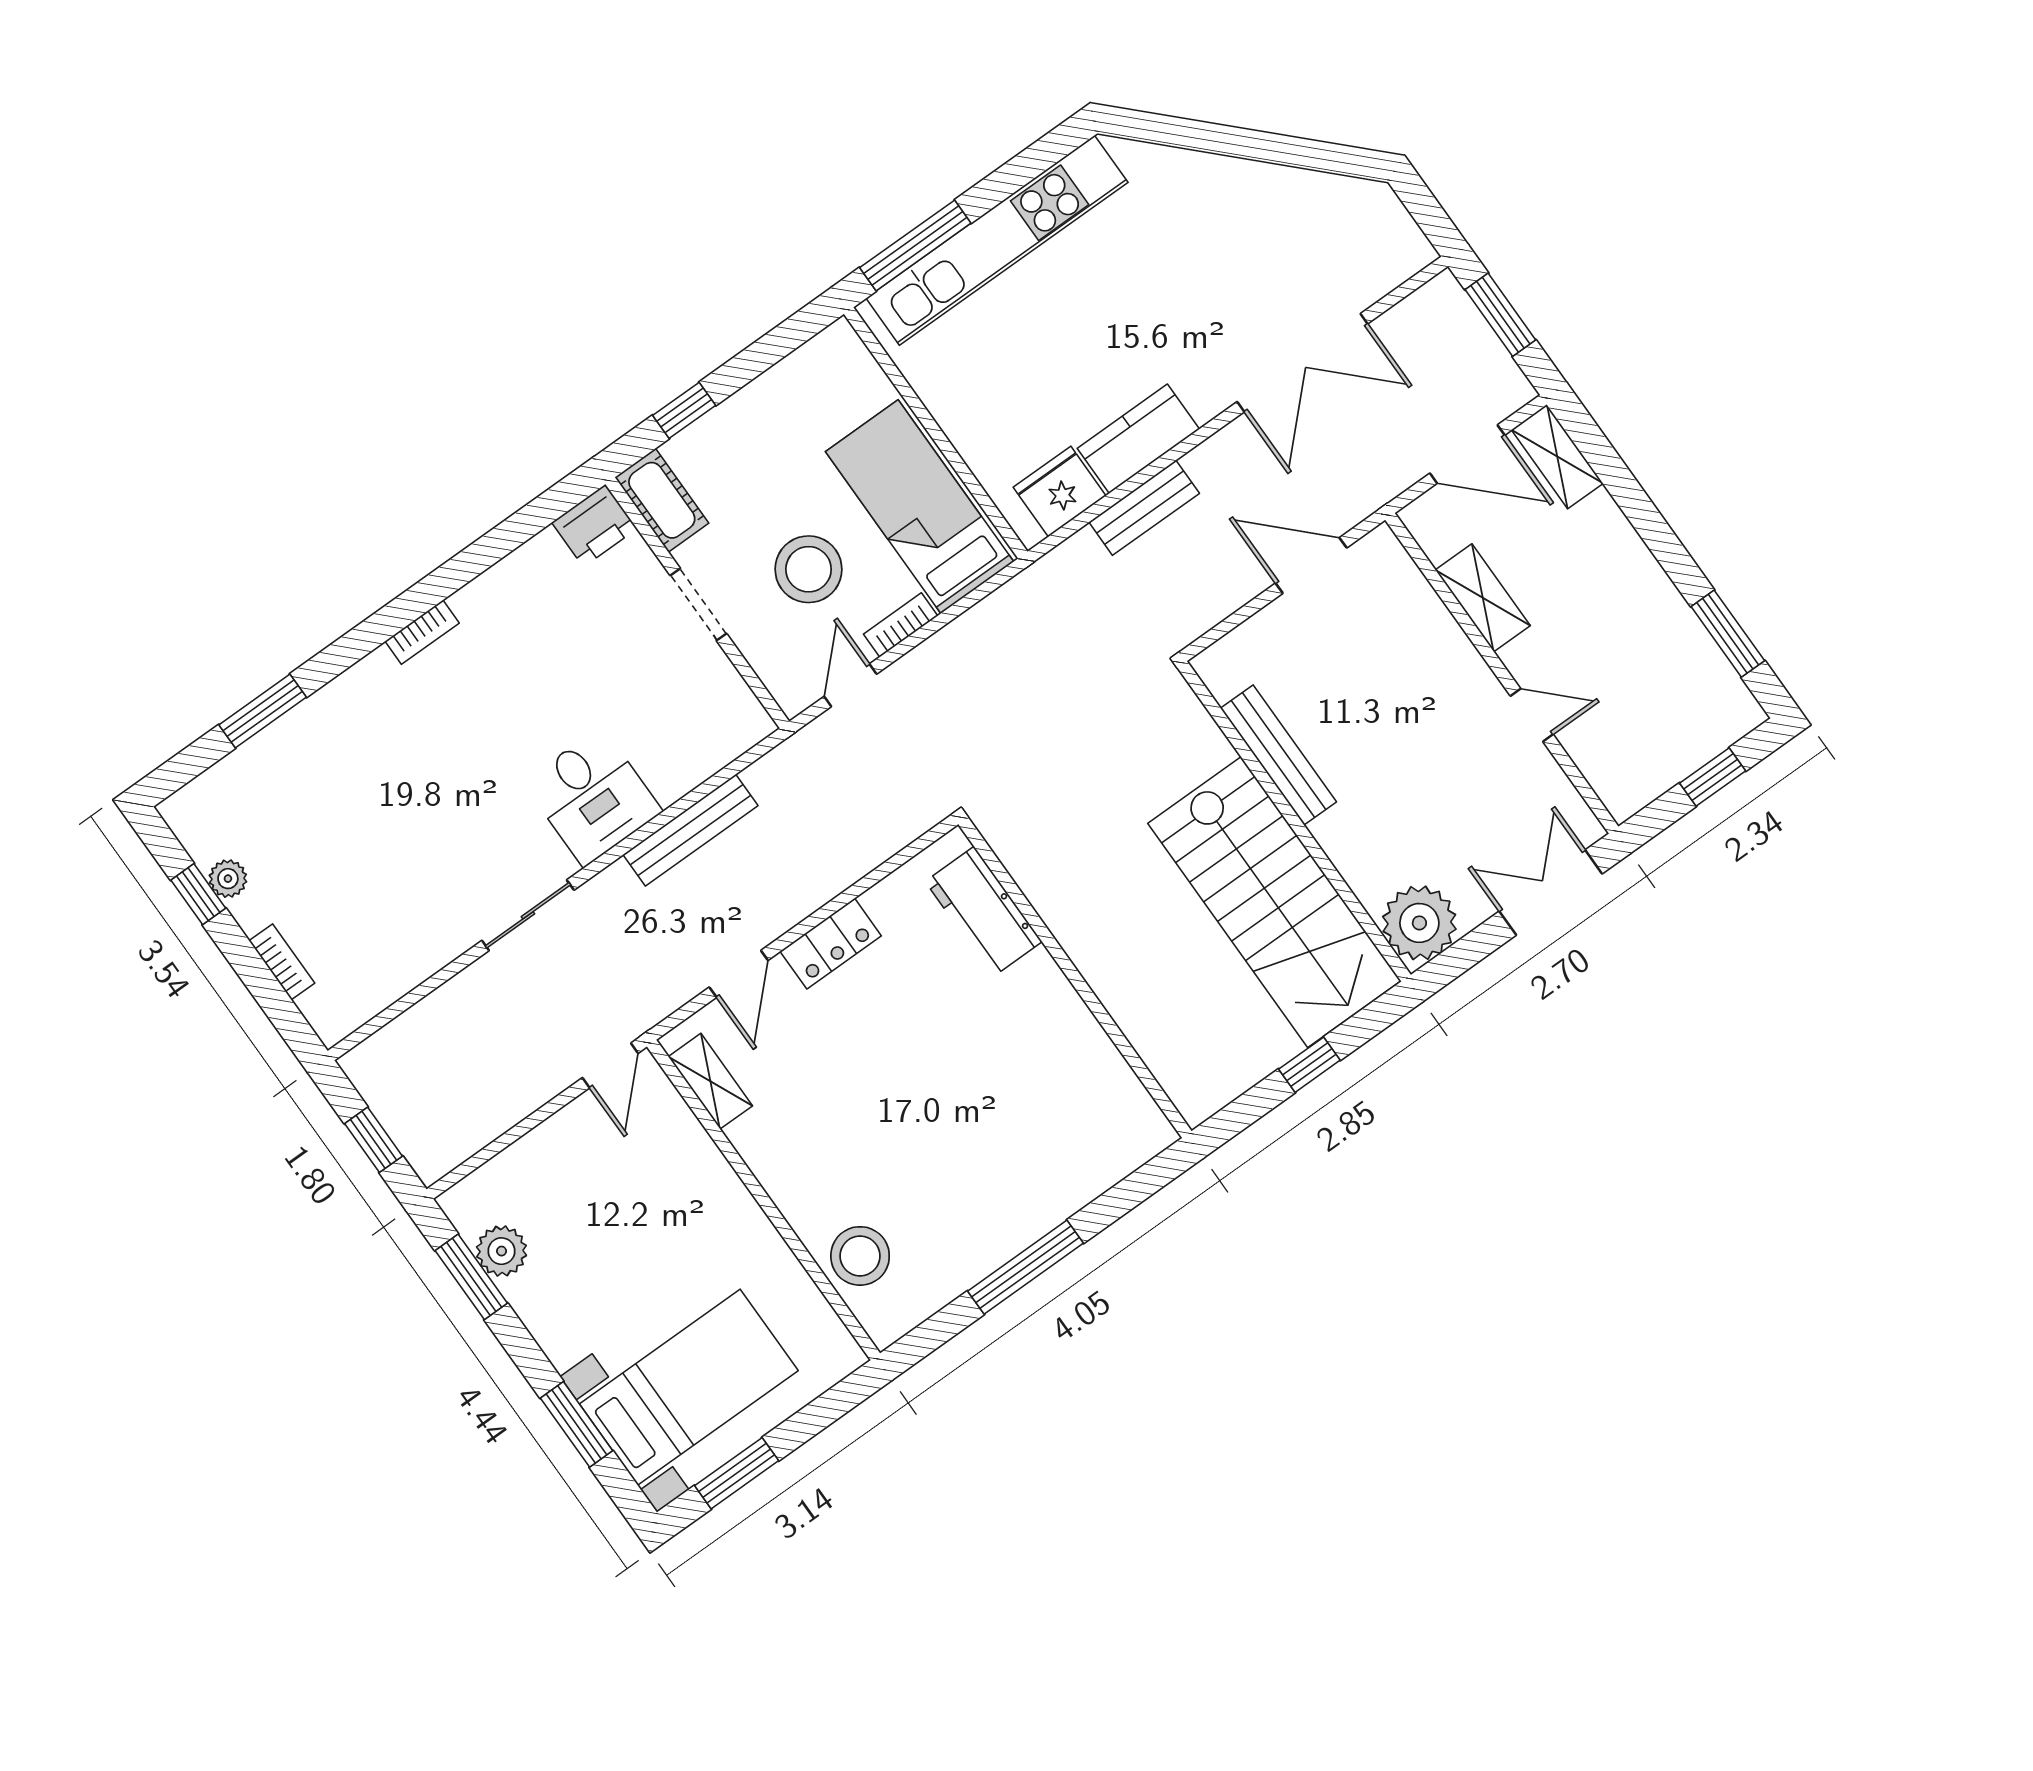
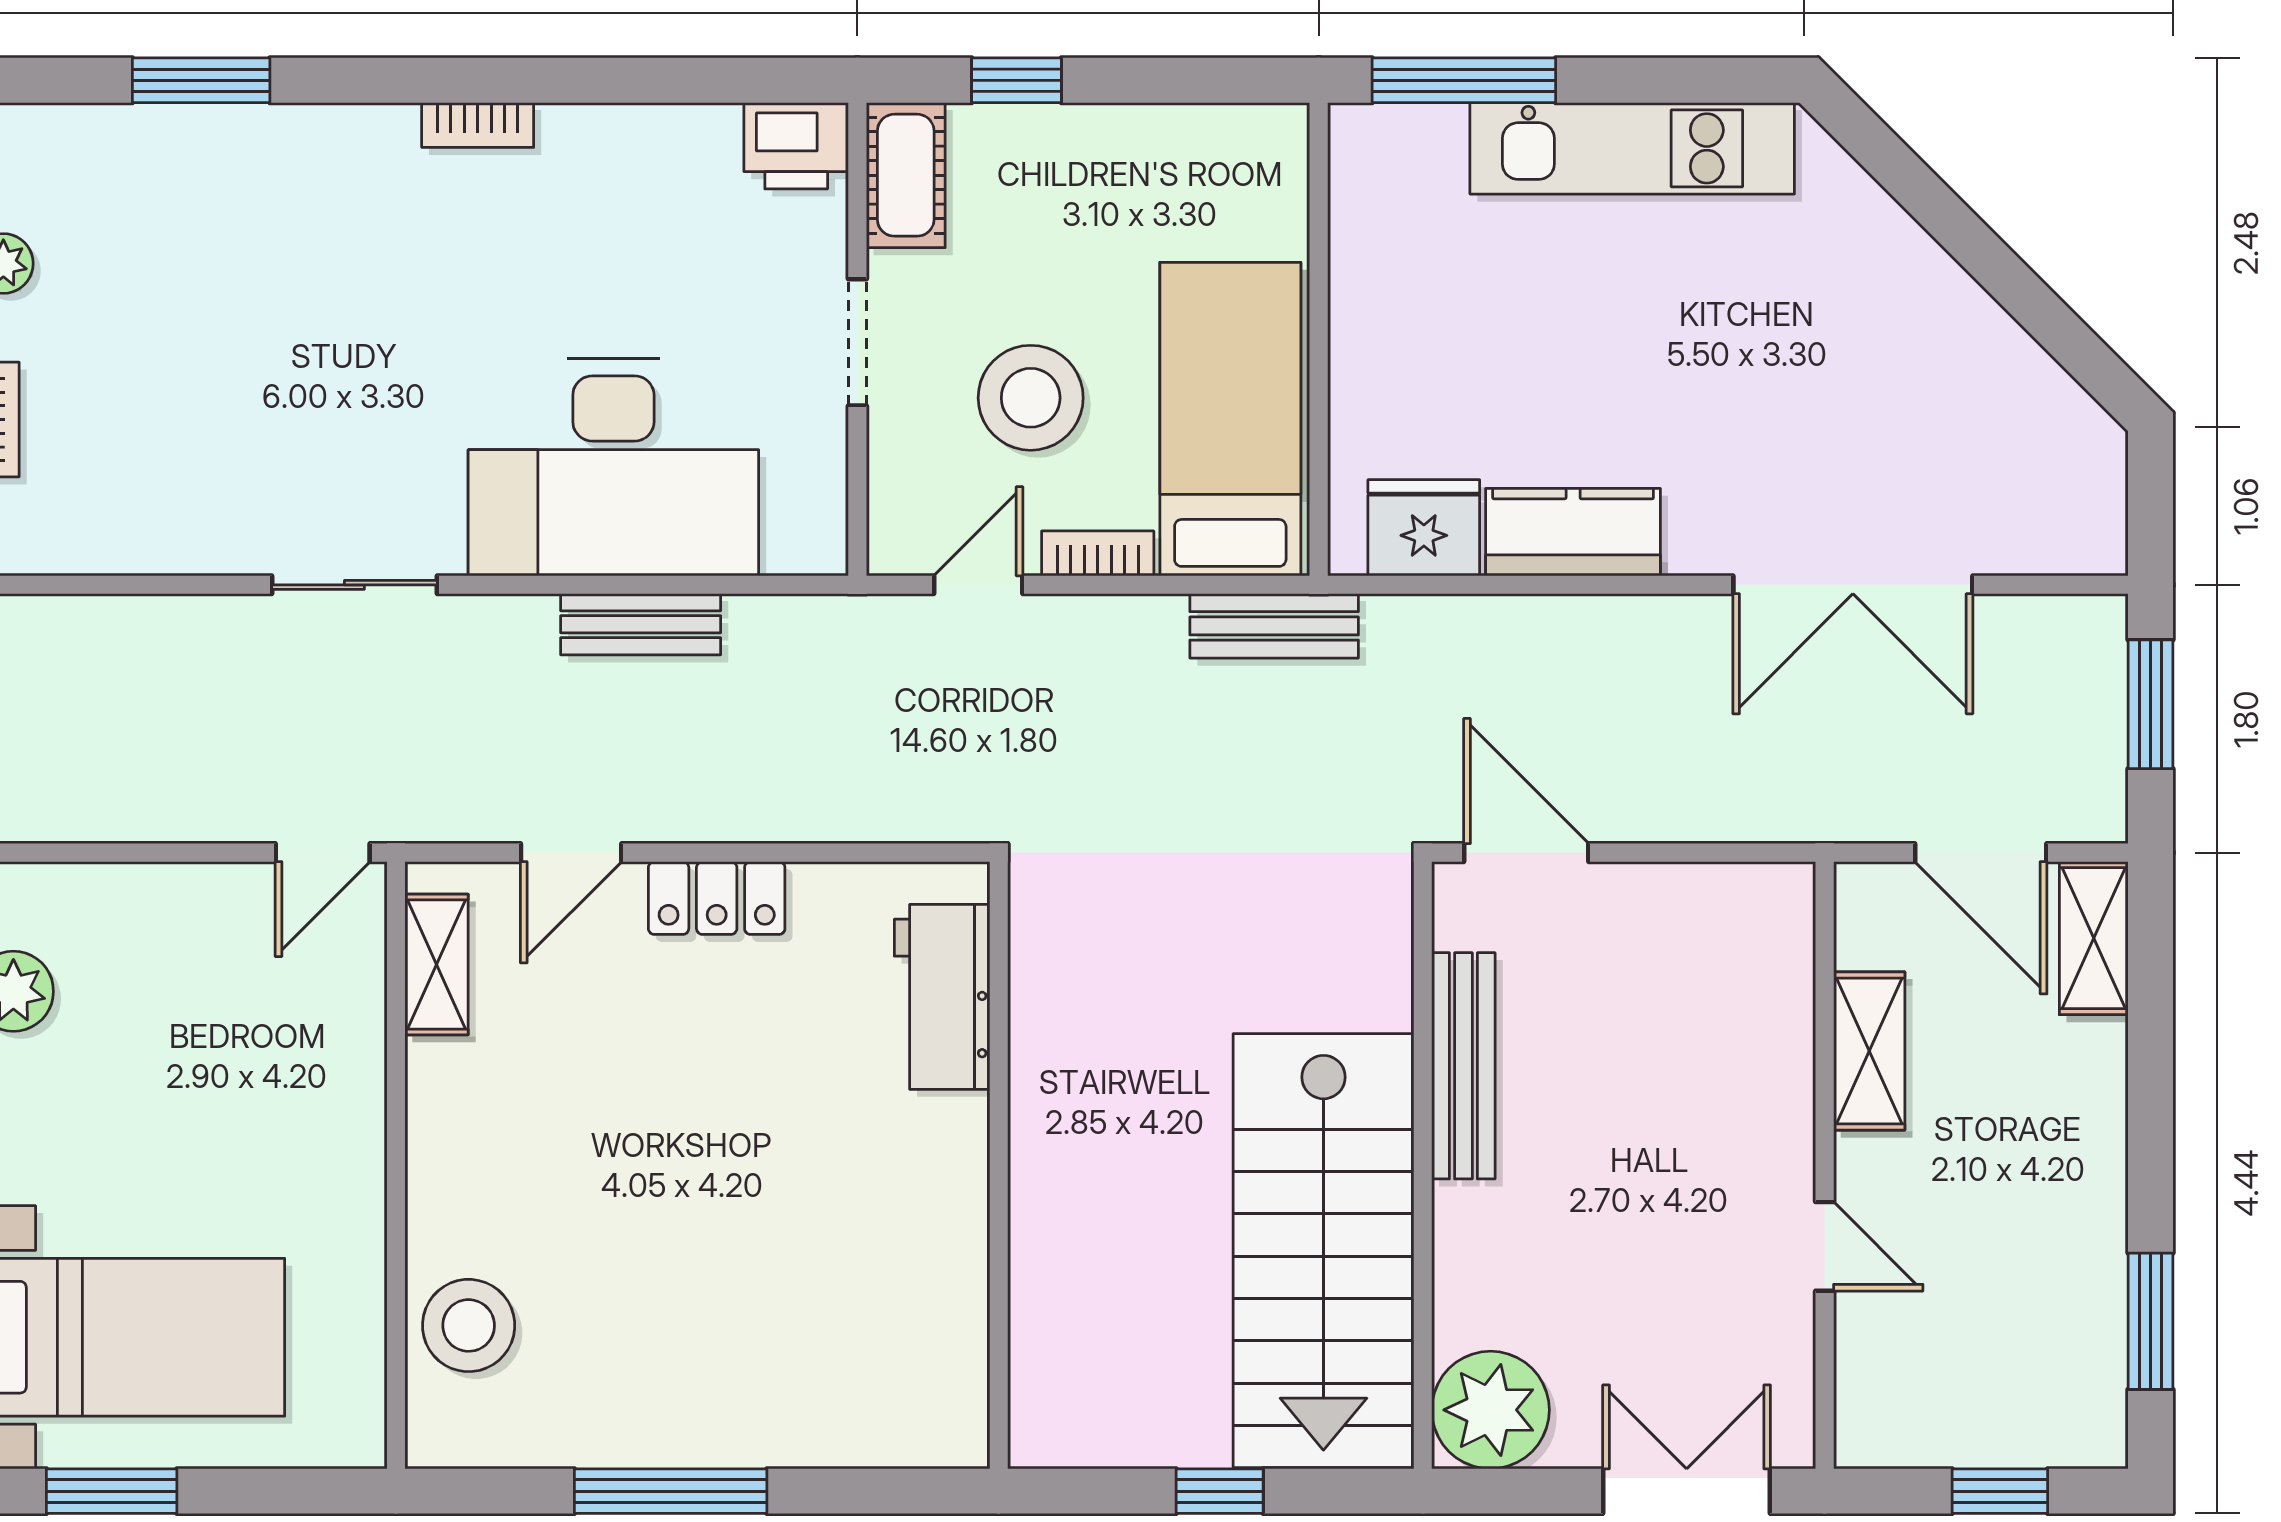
kitchen unit: (997, 240) -> (1632, 148), width x0.73
bench: (1144, 508) -> (1274, 626), moved
door: (1311, 565) -> (1526, 853), moved
desk: (593, 797) -> (613, 467), width x1.87, depth x1.30
bench: (690, 830) -> (641, 624), width x0.73

